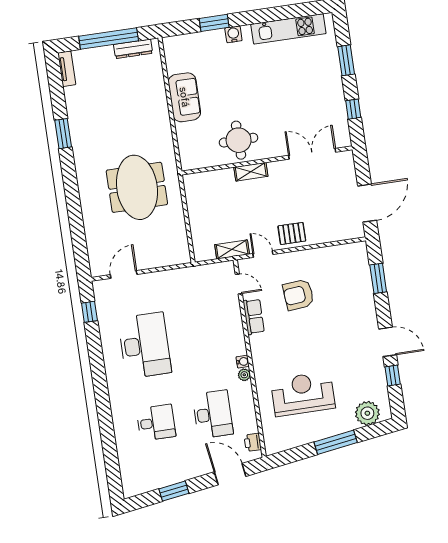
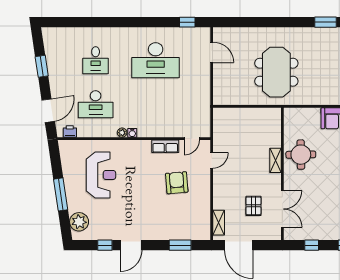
meeting table: (137, 187) -> (276, 72), turned 90
pallet: (292, 233) -> (253, 206), moved
shelving: (232, 249) -> (219, 223), moved

